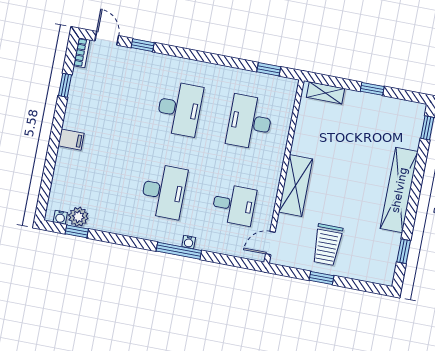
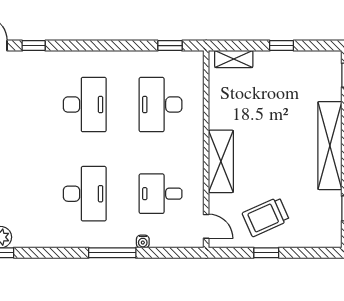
desk: (234, 205) -> (161, 194), turned 180
water cooler: (189, 242) -> (143, 242), moved
door: (270, 243) -> (206, 226), swing flipped
trolley: (327, 245) -> (266, 217), turned 66

